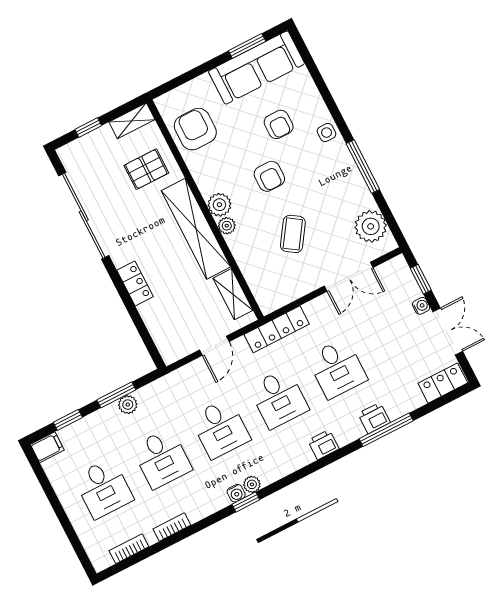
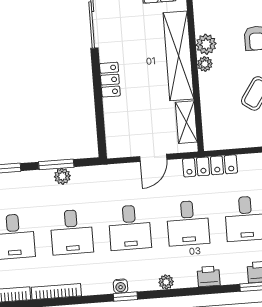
plant: (252, 484) -> (166, 282), moved
bookcase: (172, 527) -> (56, 292), width x1.56

